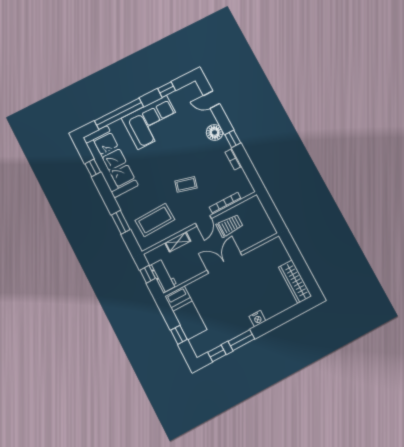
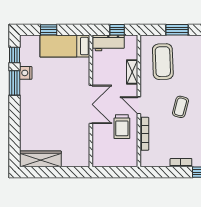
nightstand: (257, 319) -> (26, 73), moved

